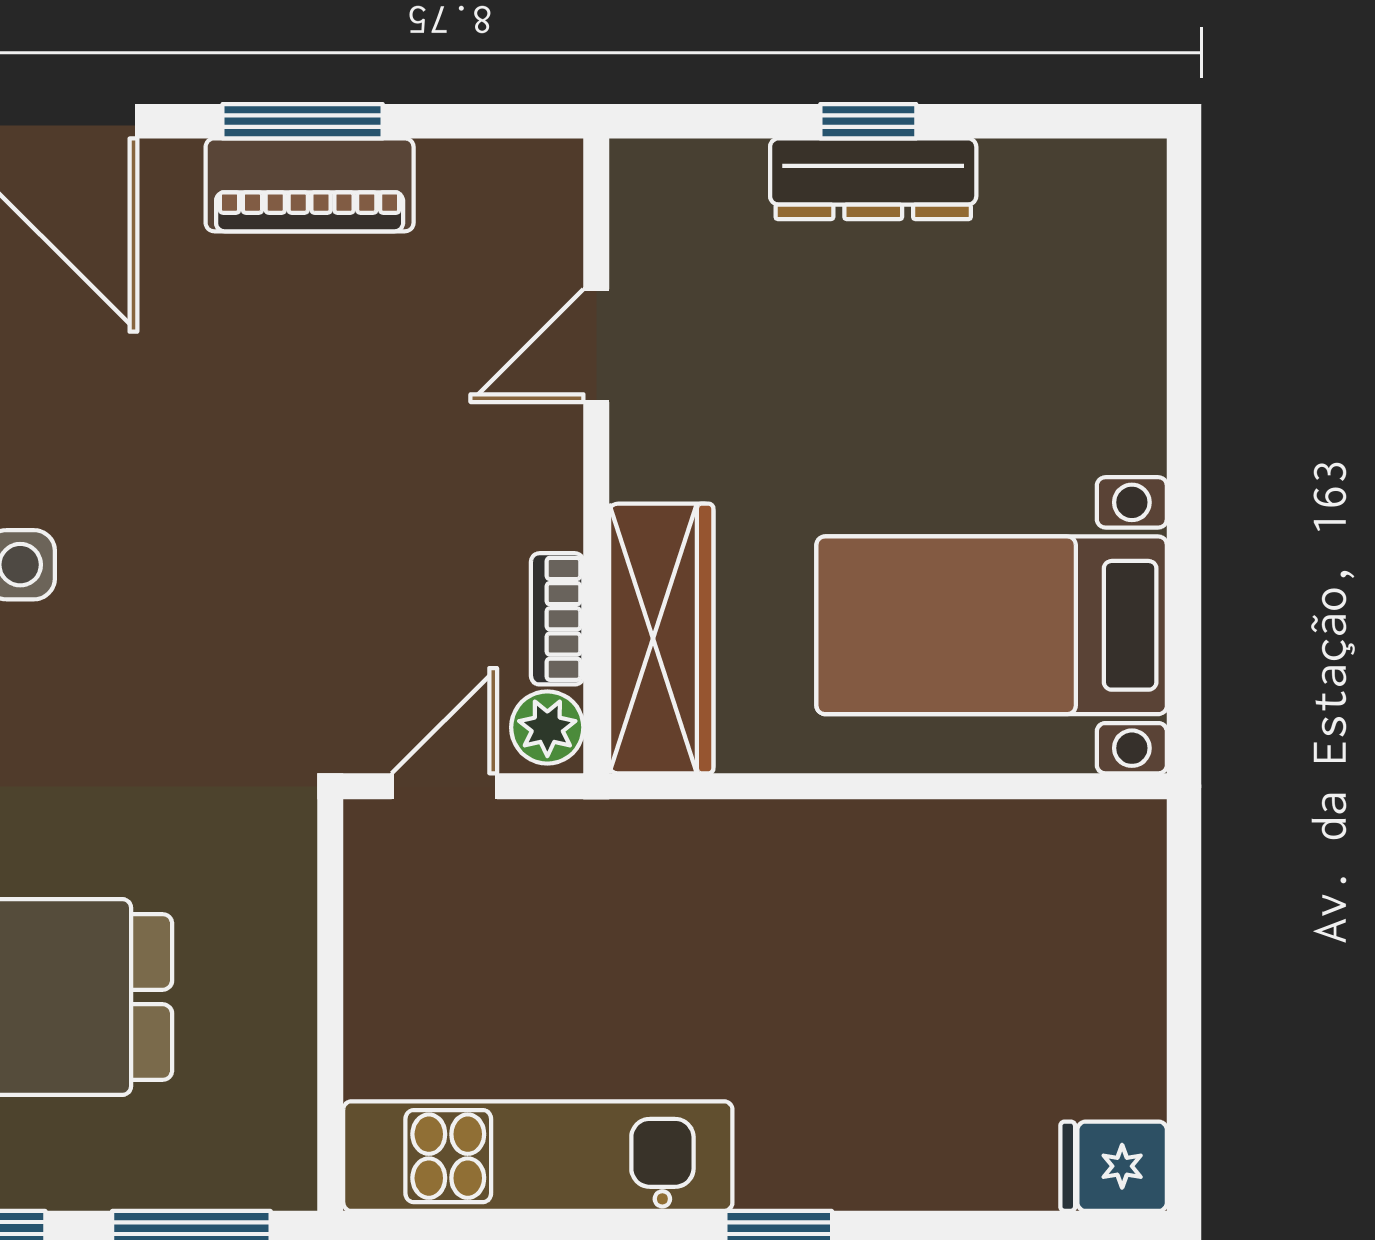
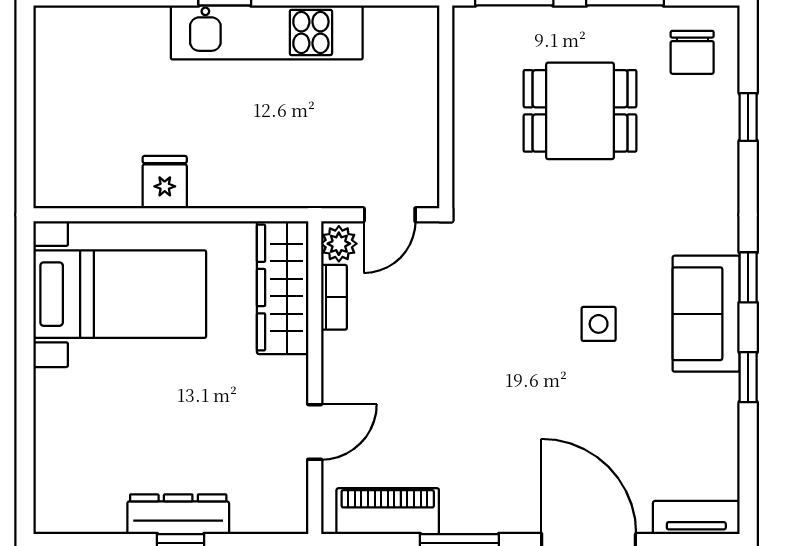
piano: (310, 185) -> (388, 511), moved
kitchen unit: (538, 1156) -> (267, 32), moved
fridge: (1114, 1166) -> (165, 182), moved, turned -90

